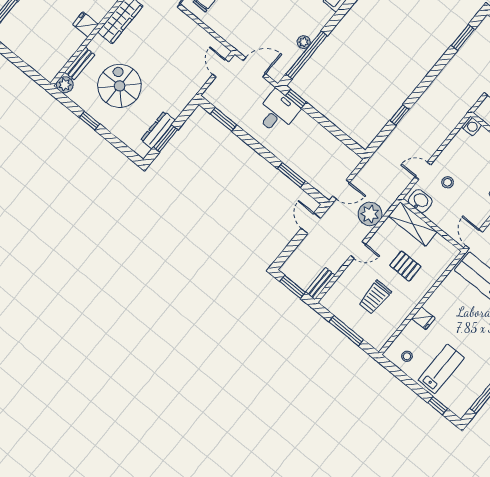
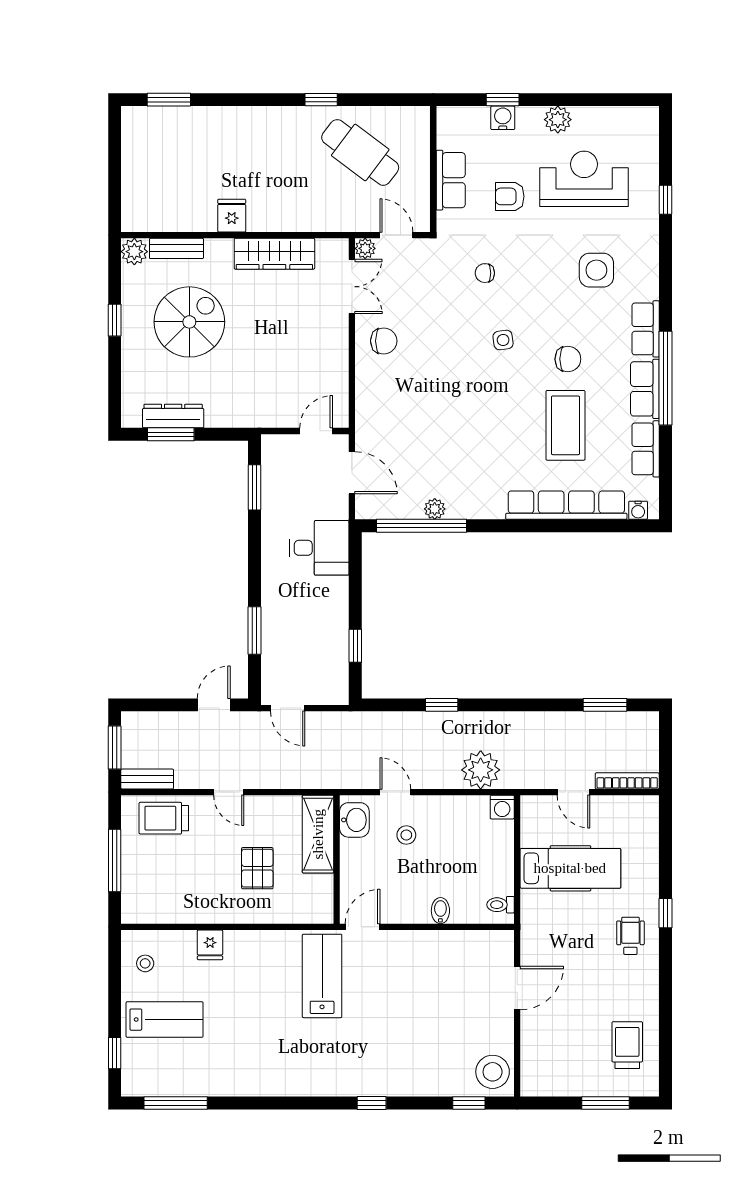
window: (296, 99) -> (355, 646), moved
plant: (370, 214) -> (481, 770), moved
trolley: (375, 297) -> (164, 818), moved

